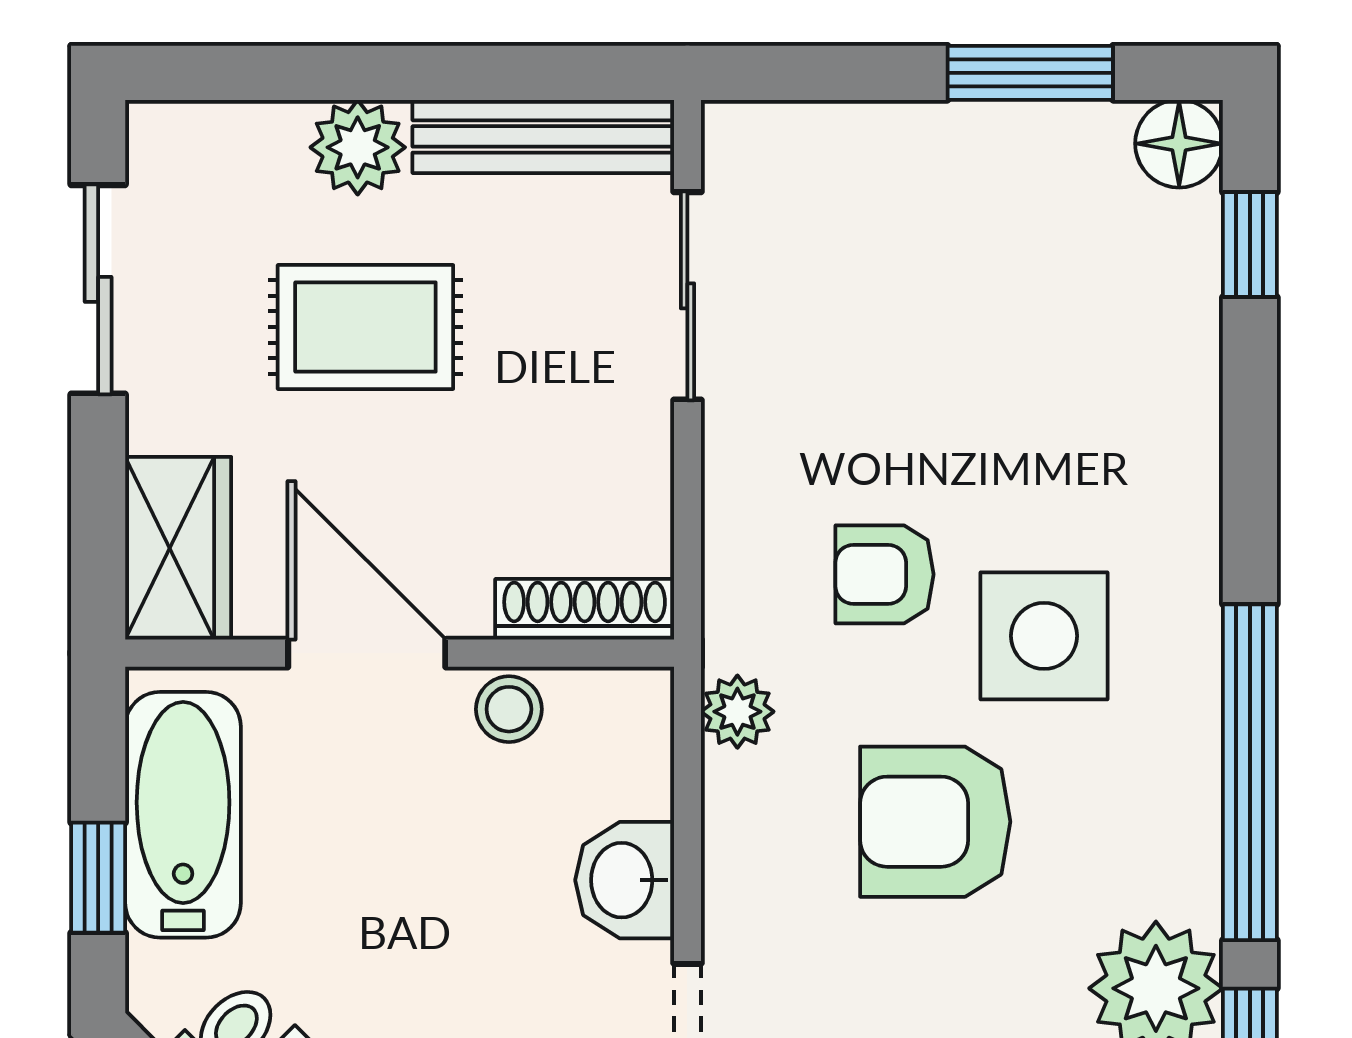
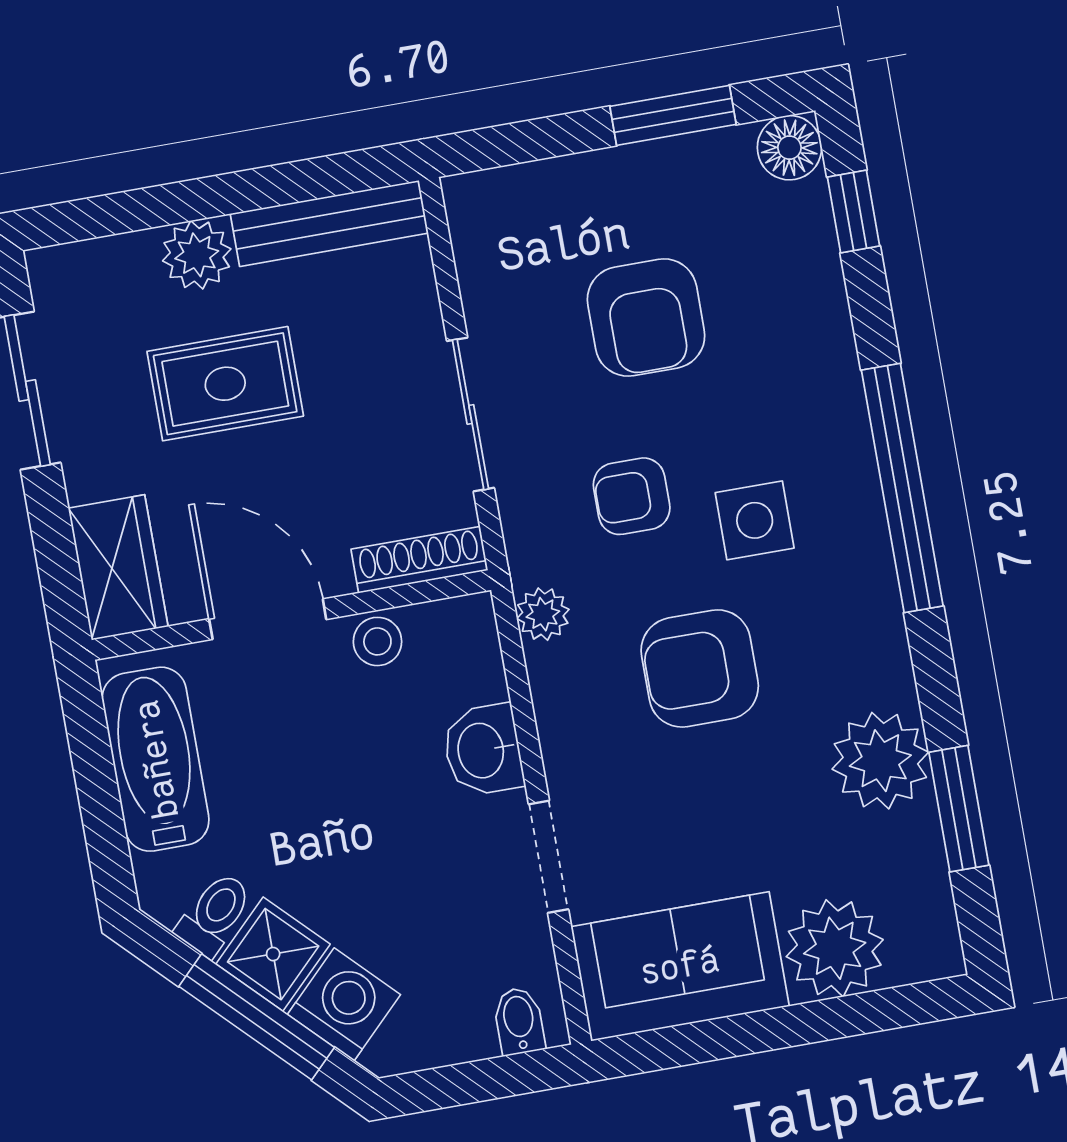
sliding door: (687, 296) -> (470, 414), moved
armchair: (946, 338) -> (646, 318), added
side table: (1044, 636) -> (755, 520), width x0.73, depth x0.73
window: (1250, 772) -> (902, 488), moved
window: (98, 878) -> (102, 816), removed

